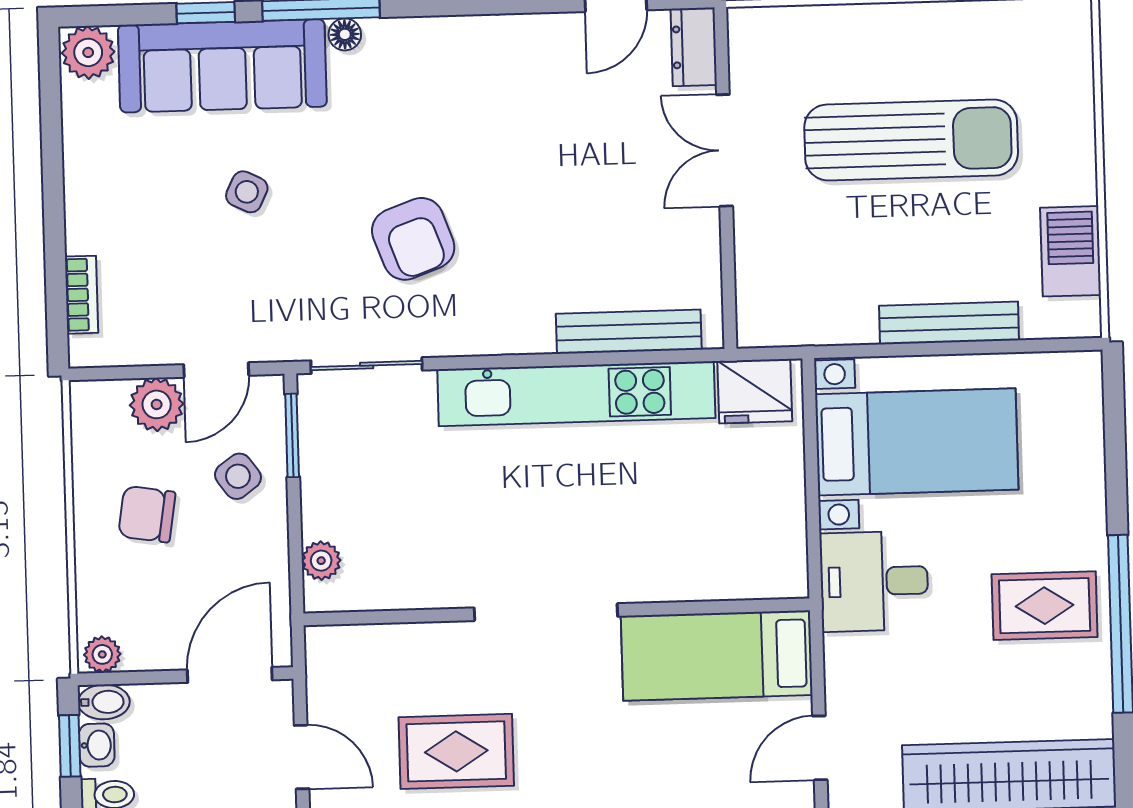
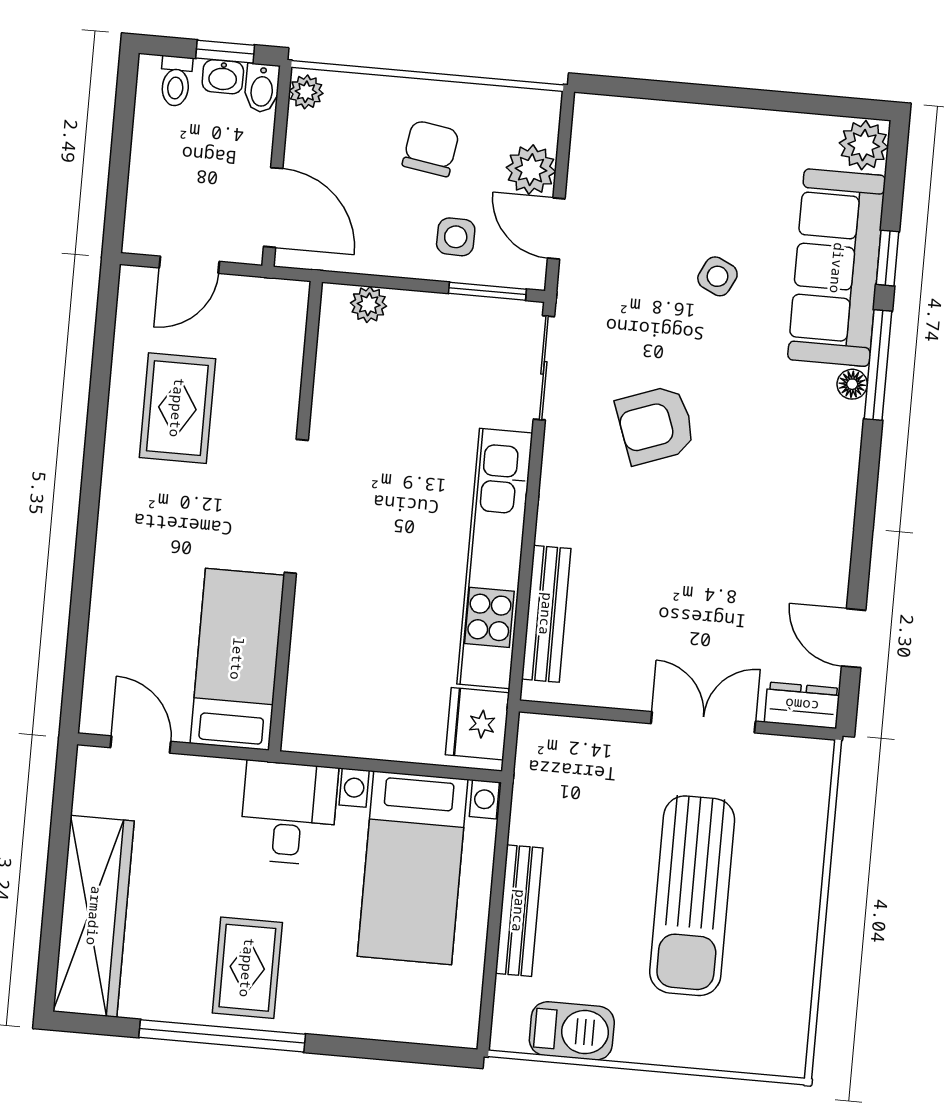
bookcase: (81, 295) -> (641, 112), removed
side table: (238, 476) -> (456, 237), turned 37

